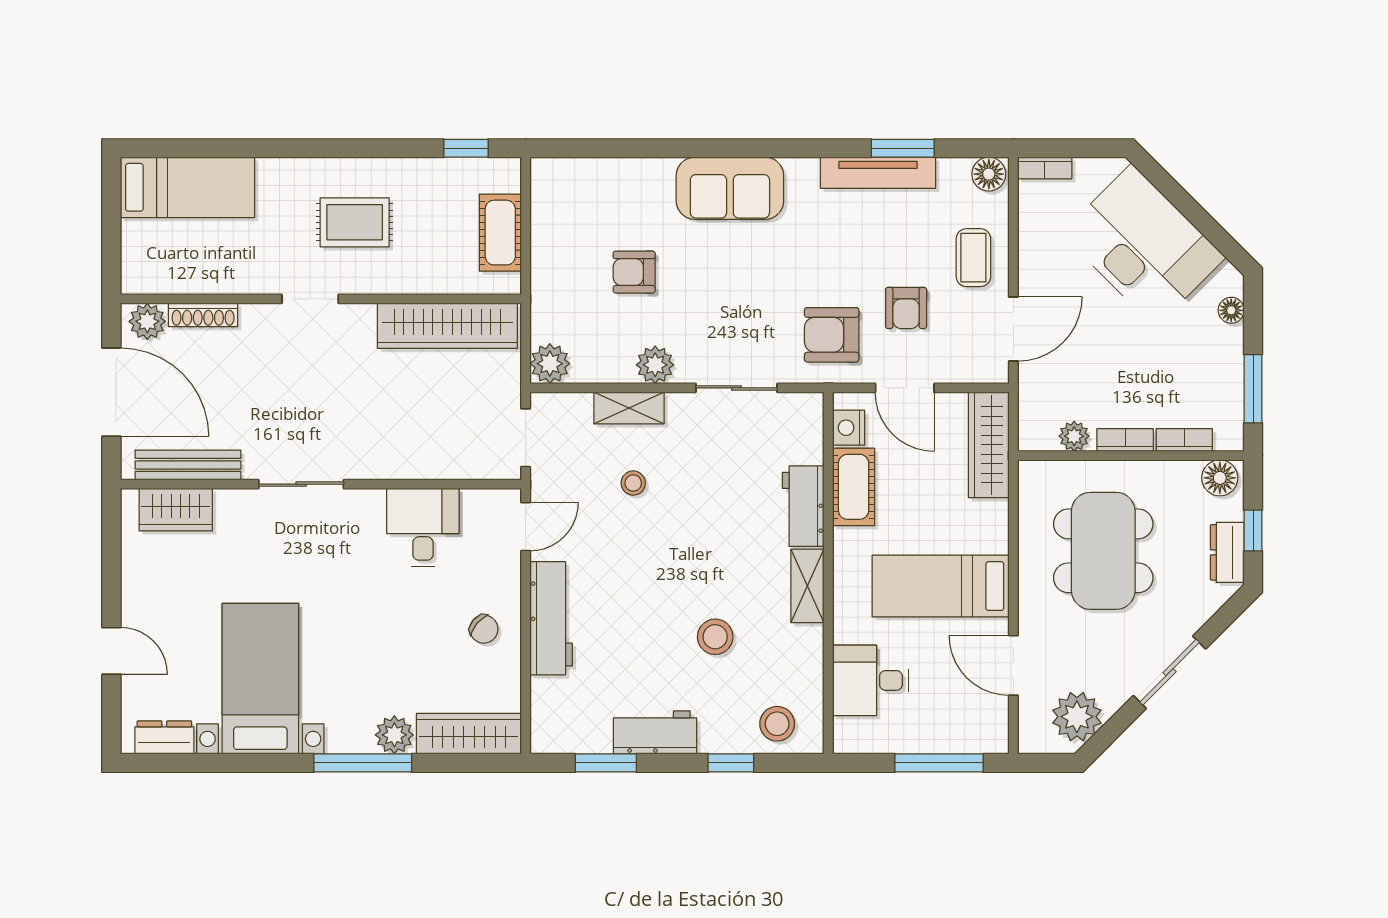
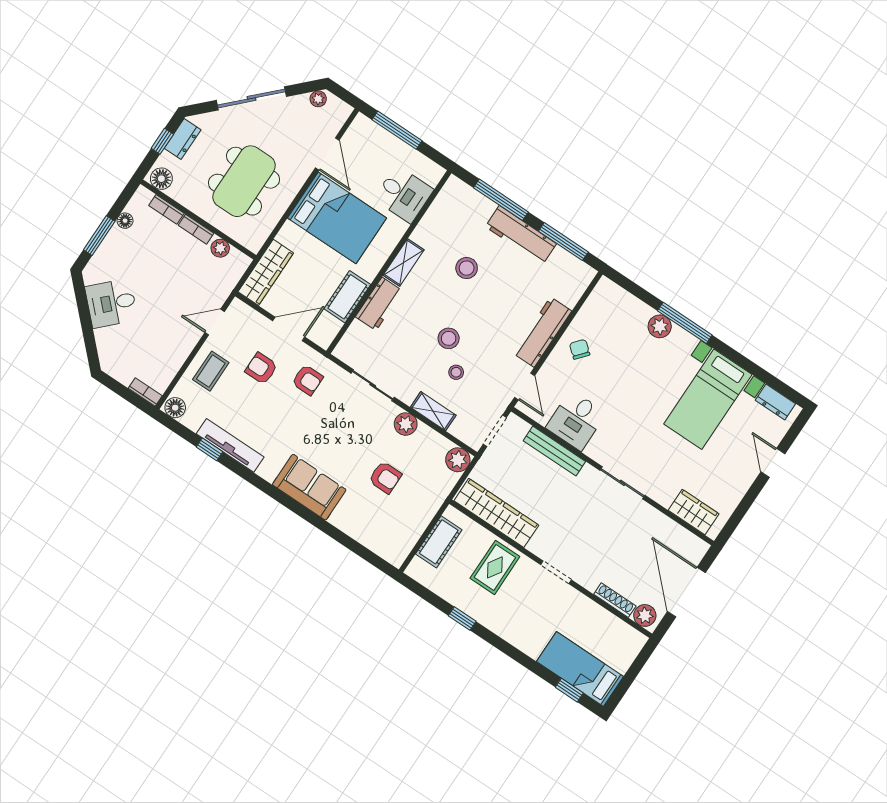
window: (183, 148) -> (569, 690), added
window: (466, 148) -> (462, 619), moved
window: (903, 148) -> (209, 449), width x0.67
rug: (355, 222) -> (495, 567), moved, turned 90
desk: (1143, 246) -> (111, 303), width x0.53, depth x0.77
armchair: (906, 308) -> (261, 368), turned -90
floor lamp: (1231, 310) -> (125, 221), moved
door: (1013, 329) -> (215, 322), width x0.73
armchair: (832, 335) -> (307, 380), width x0.72, depth x0.72
door: (905, 388) -> (289, 329), hinge flipped
window: (1253, 389) -> (99, 236), moved
nightstand: (849, 428) -> (330, 328), removed
bench: (188, 465) -> (554, 451), moved
door: (526, 527) -> (525, 386), swing flipped
bed: (941, 586) -> (337, 218), width x1.50
sliding door: (1170, 672) -> (251, 98), width x1.37
plant: (1077, 717) -> (318, 99), width x0.53, depth x0.53
stool: (777, 724) -> (449, 338), moved
workbench: (655, 732) -> (521, 235), width x1.37
wardrobe: (469, 734) -> (622, 302), removed
window: (606, 763) -> (563, 242), width x1.44
window: (731, 763) -> (501, 200), width x2.17

